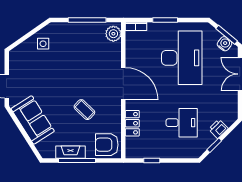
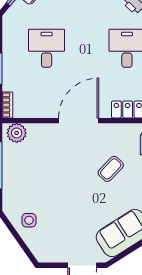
desk: (182, 58) -> (47, 48), width x0.53, depth x0.77

